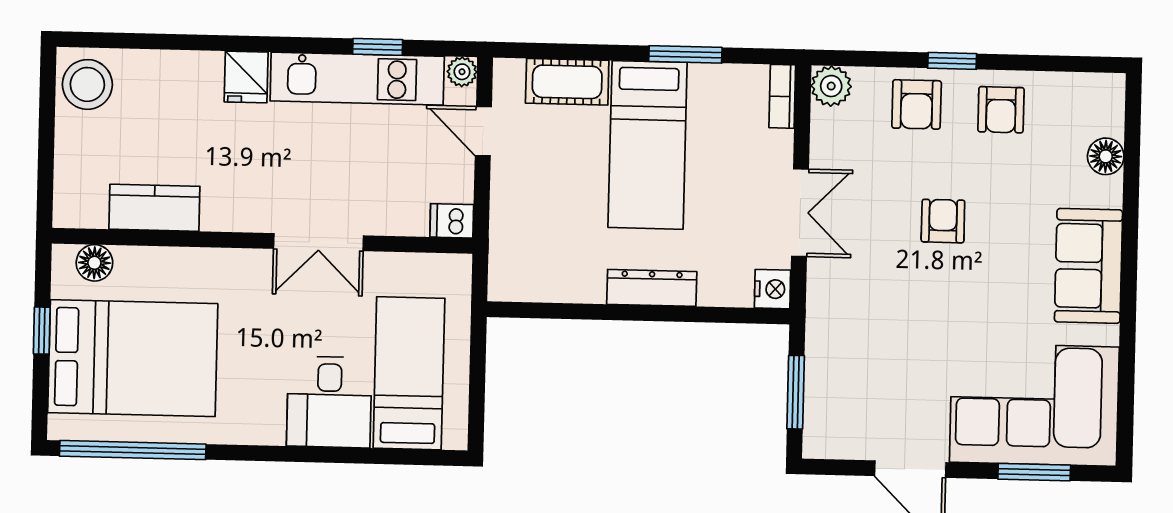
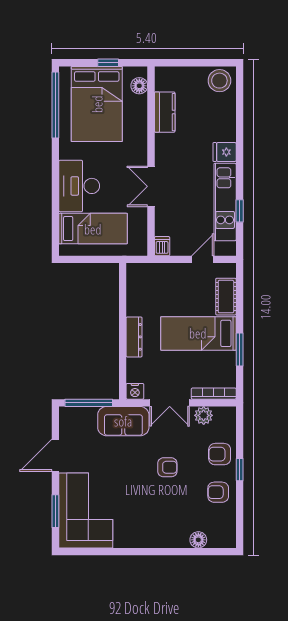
plant: (462, 72) -> (229, 249), removed
plant: (831, 86) -> (204, 415), moved
bookcase: (782, 96) -> (214, 394), width x1.56
sofa: (1088, 266) -> (123, 421), moved, turned 180
window: (796, 392) -> (89, 403), width x1.44
desk: (329, 402) -> (79, 186), width x1.37

